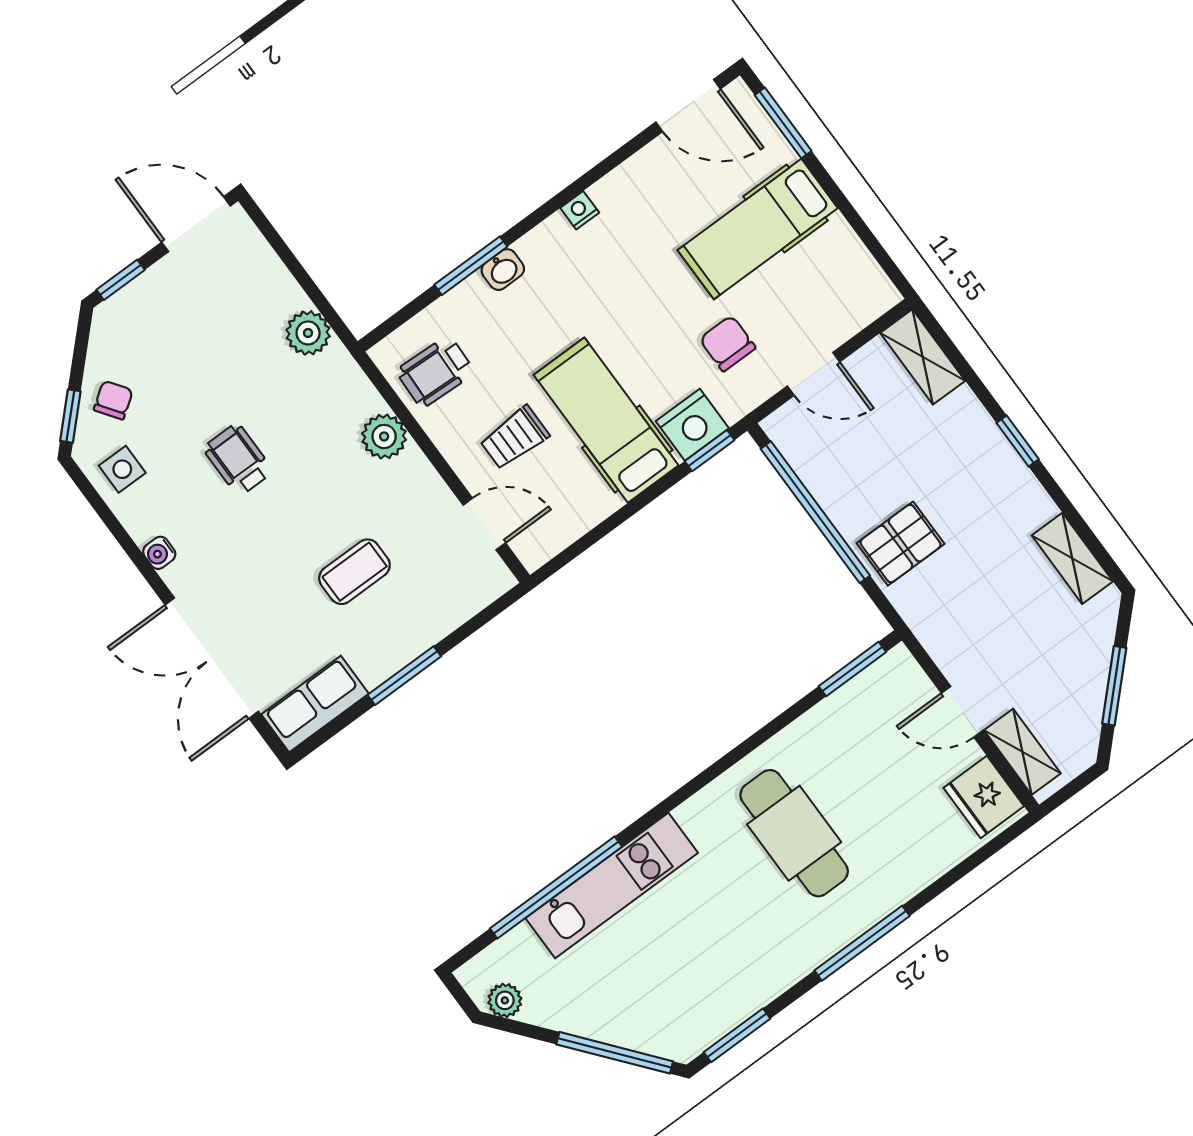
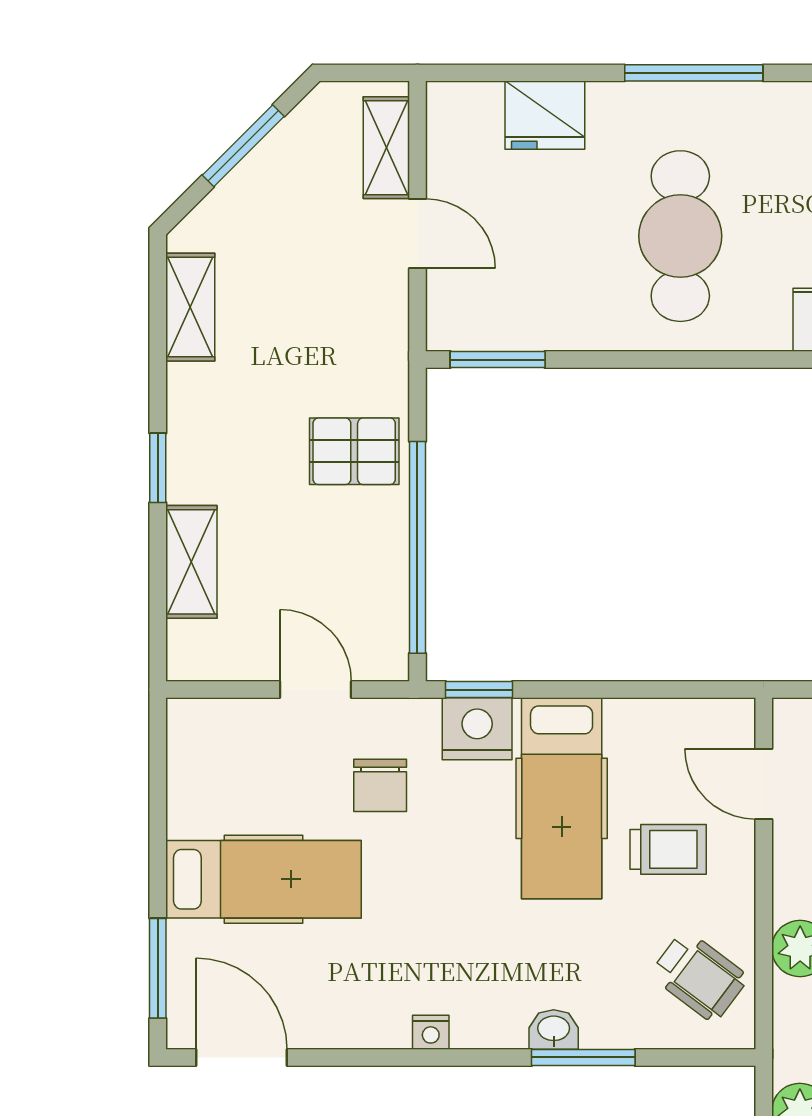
shelving: (923, 357) -> (191, 562), moved
wheelchair: (435, 372) -> (699, 976), turned 35
fridge: (984, 797) -> (545, 115), moved, turned 90

